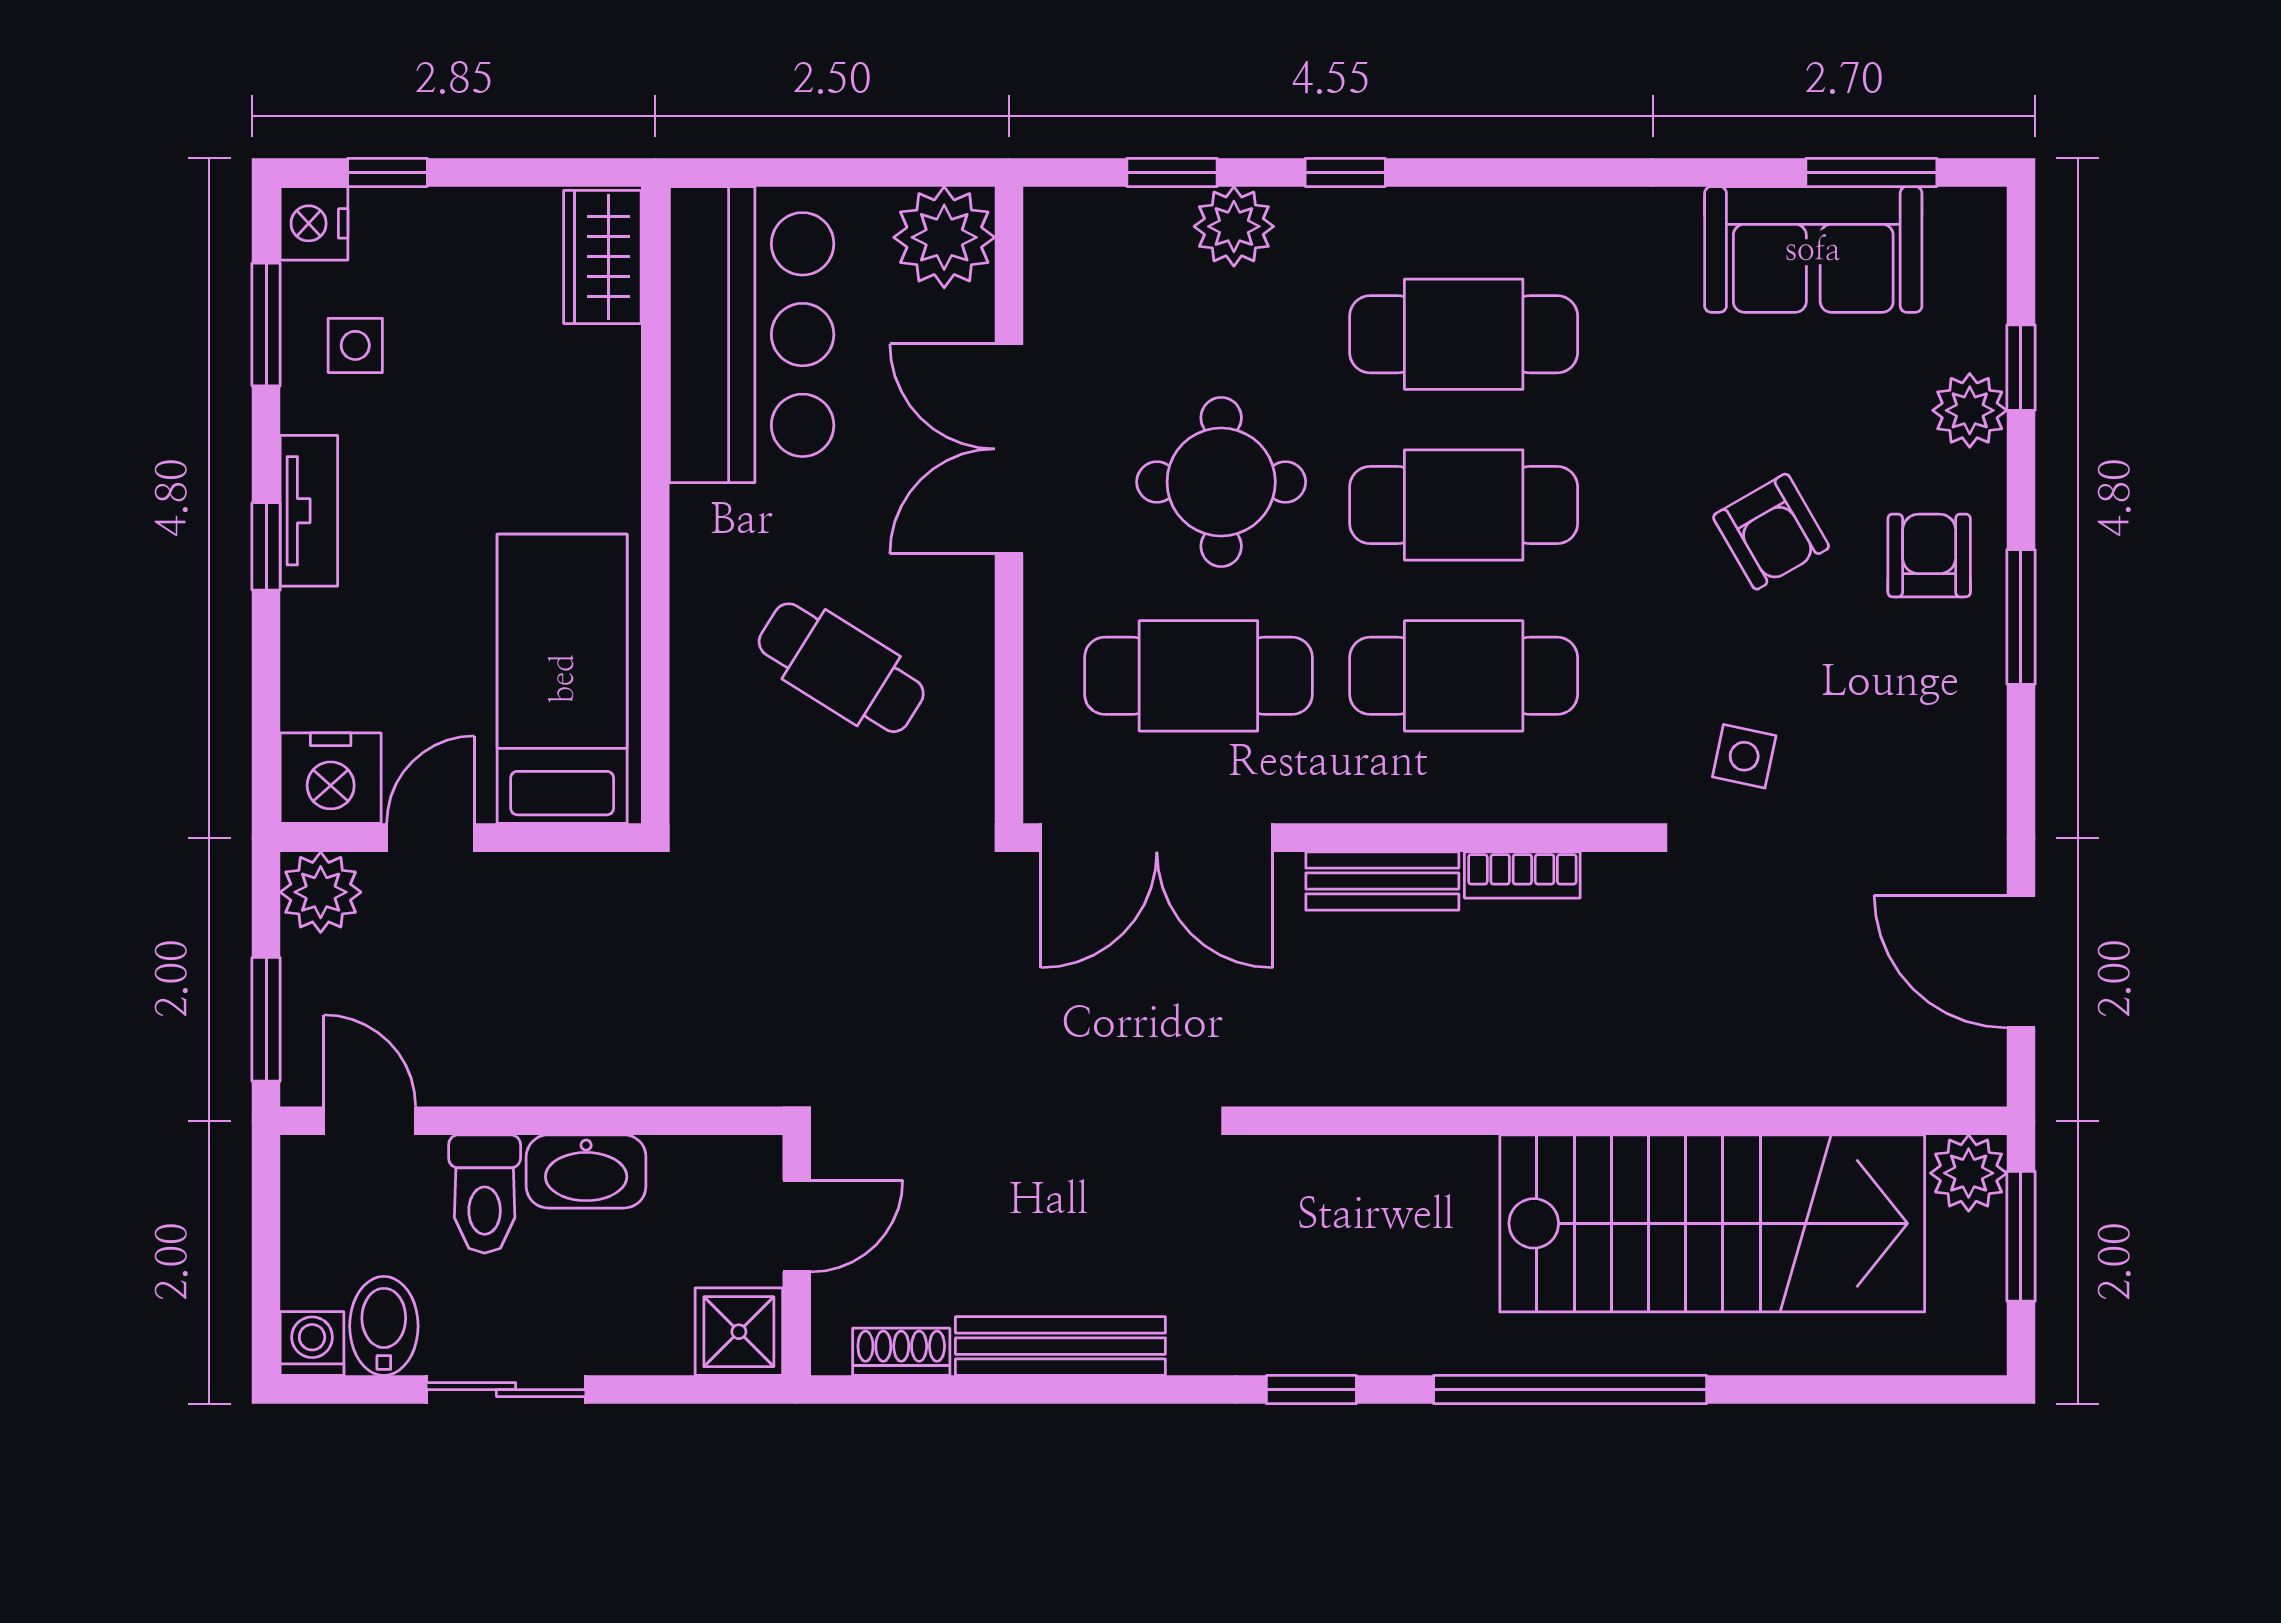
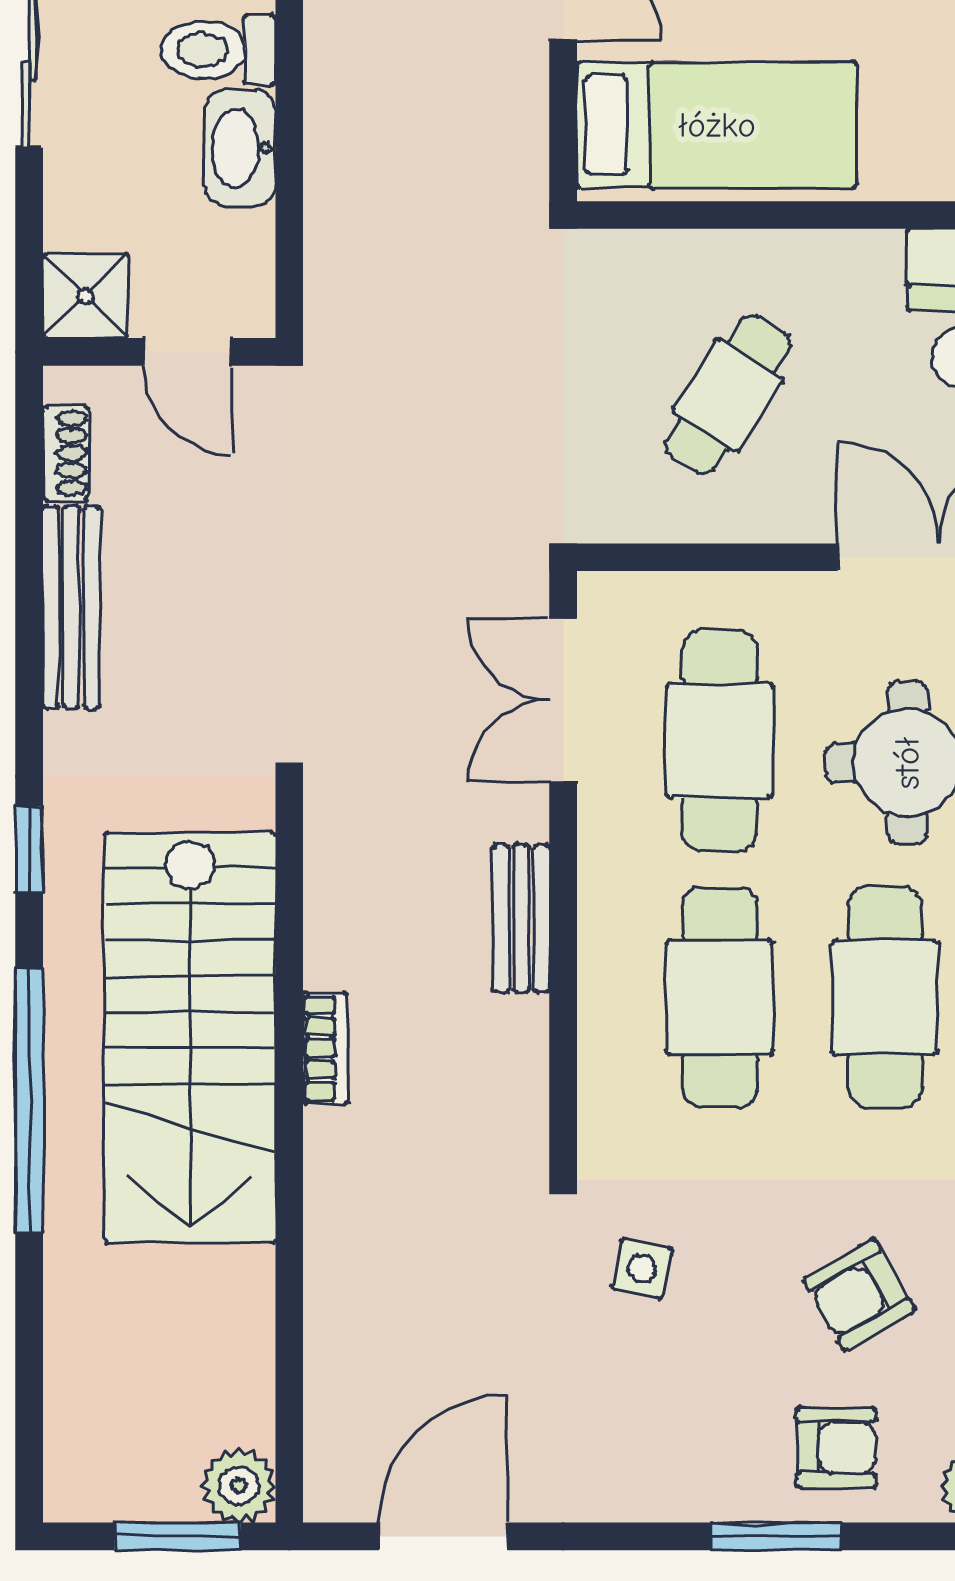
double door: (1157, 838) -> (563, 700), width x0.73
bookcase: (1522, 875) -> (325, 1048), moved, turned 180
stairs: (1712, 1223) -> (190, 1038), moved

